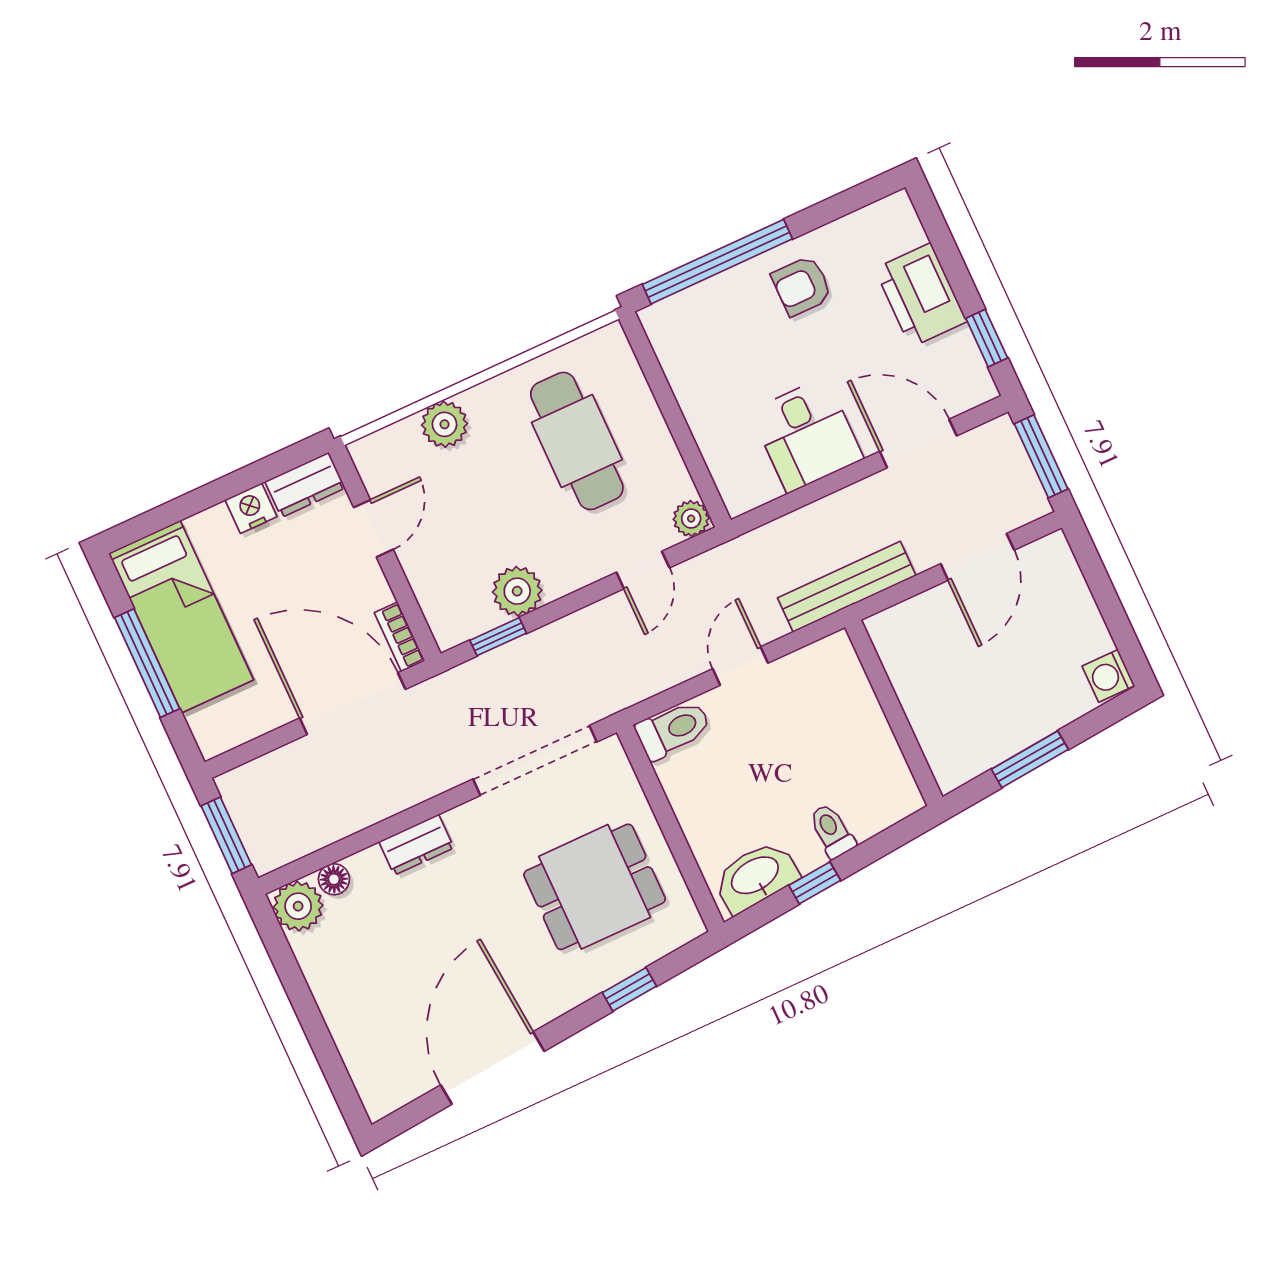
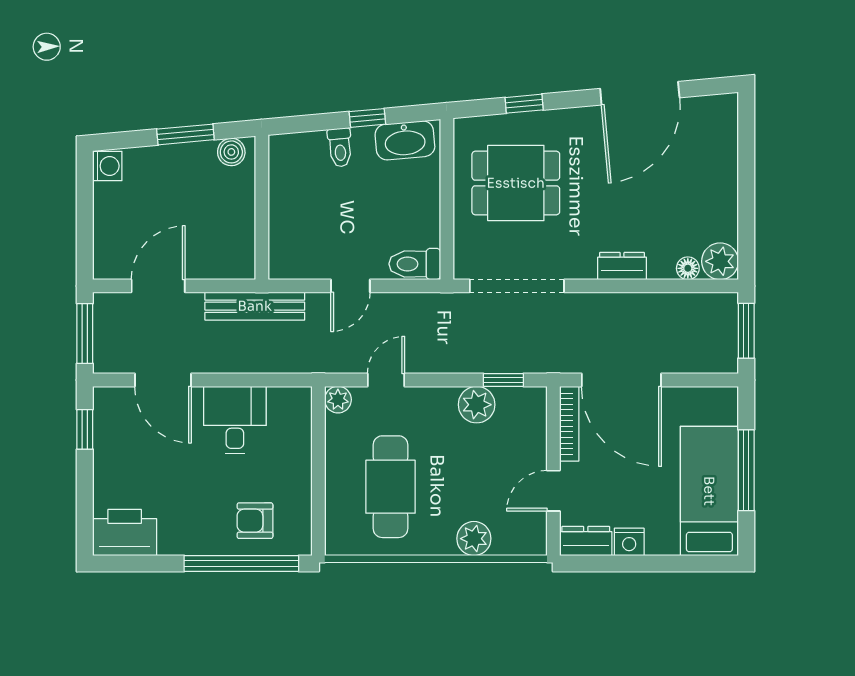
armchair: (802, 286) -> (255, 521), moved, turned 180
printer: (921, 295) -> (125, 533), moved, turned -90
bookcase: (400, 637) -> (569, 424), width x1.56
boiler: (963, 764) -> (231, 152), added

